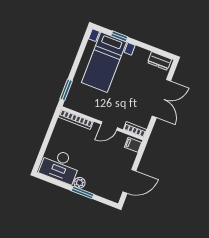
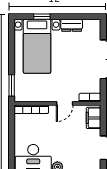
dresser: (159, 61) -> (72, 25), moved
filing cabinet: (133, 145) -> (94, 118), width x2.00

